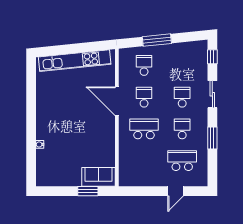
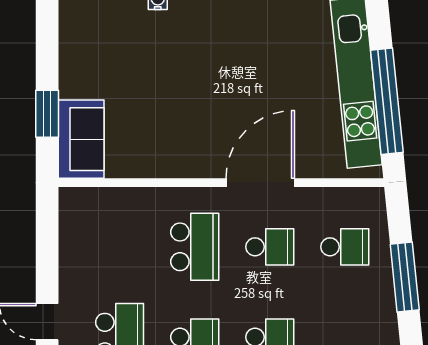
window: (82, 48) -> (387, 101), added

